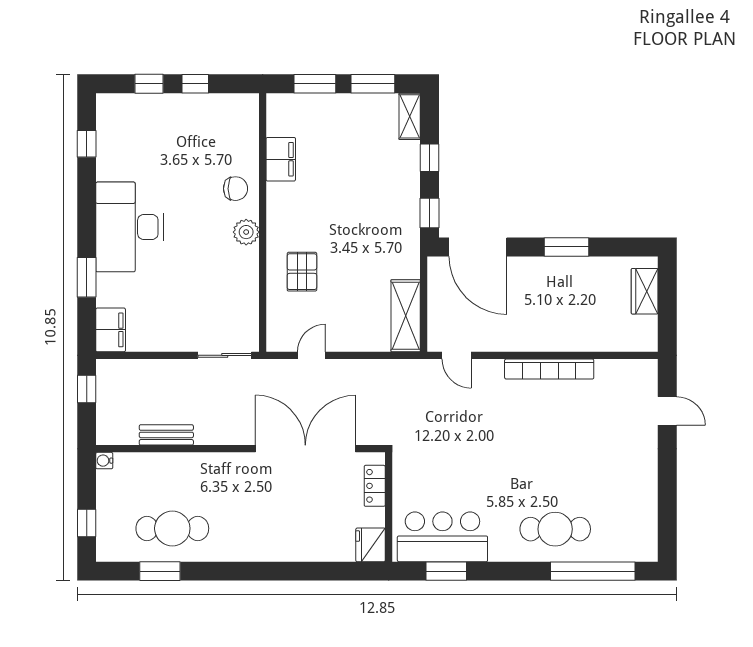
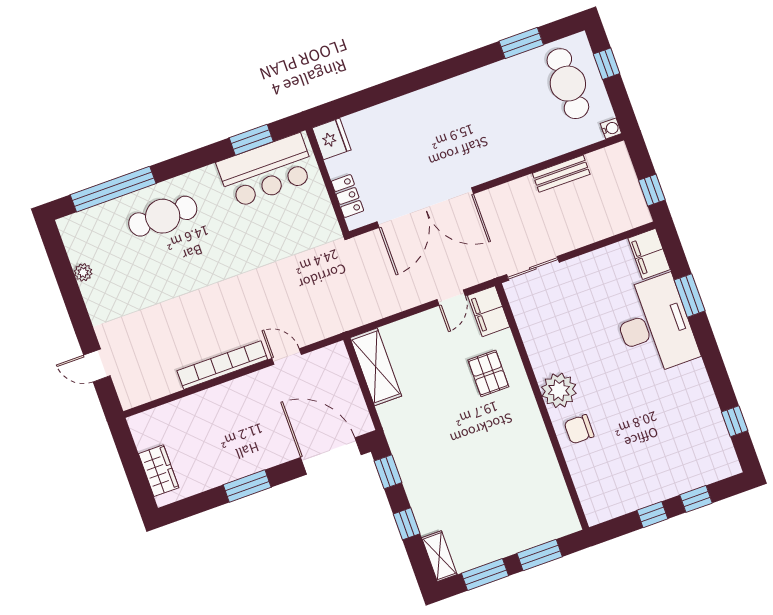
filing cabinet: (281, 159) -> (489, 311), moved
desk: (130, 227) -> (654, 325), moved
plant: (246, 232) -> (559, 390), width x1.36, depth x1.36
door: (457, 355) -> (287, 357), moved
plant: (649, 503) -> (83, 272), added
cafe table: (172, 528) -> (568, 84), moved, turned 90

